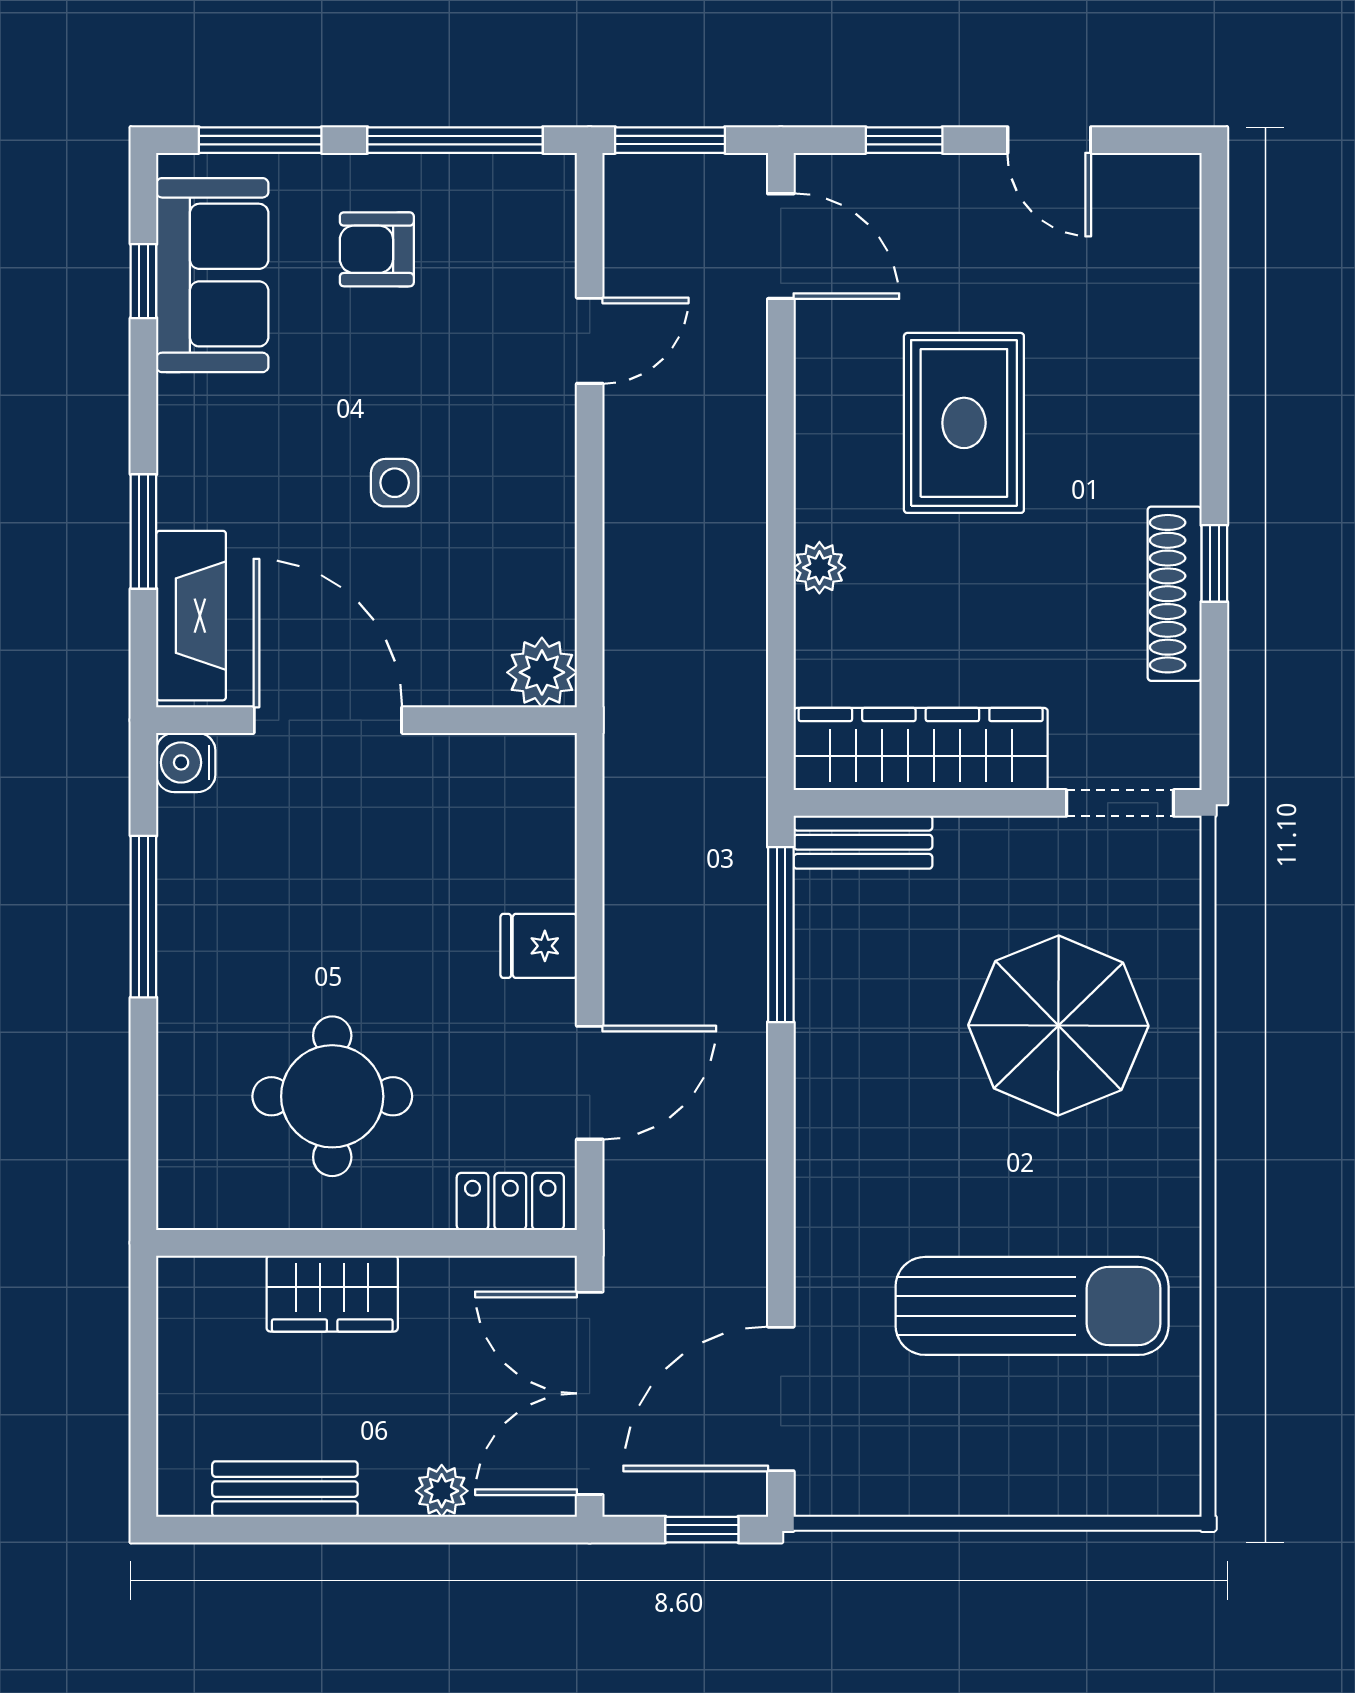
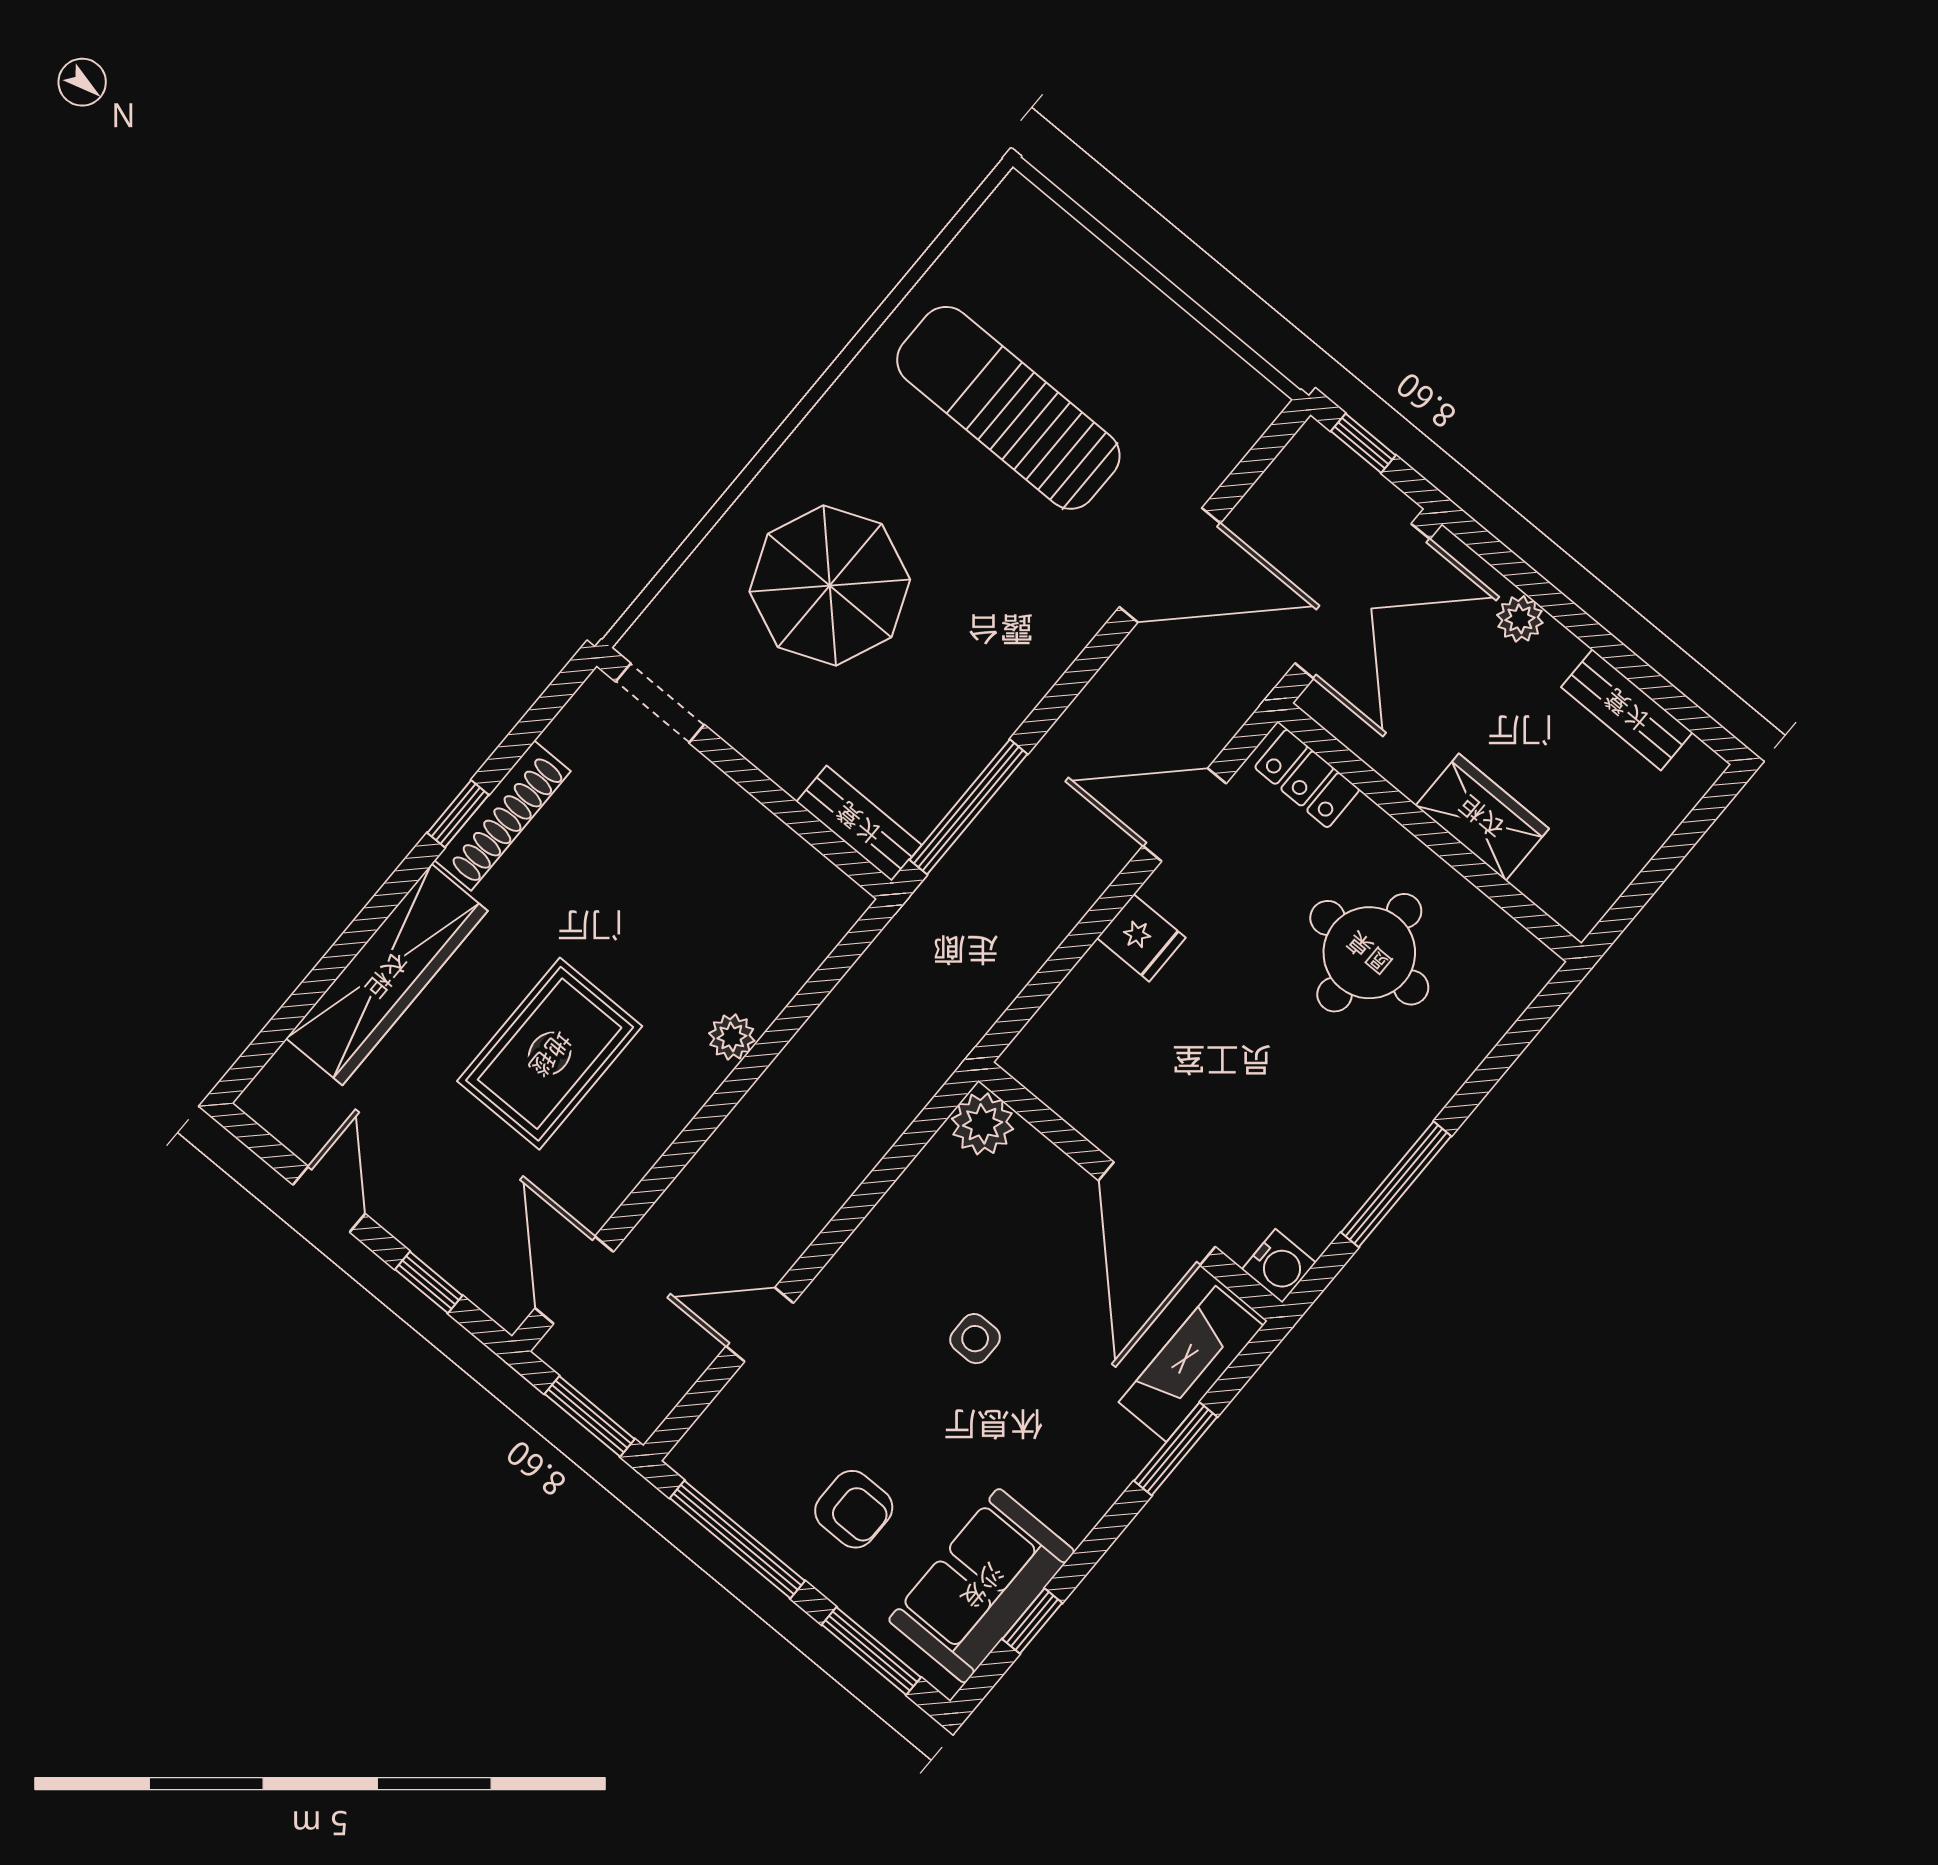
wardrobe: (921, 749) -> (387, 975), moved, turned -90
door: (781, 1399) -> (1170, 565), moved

